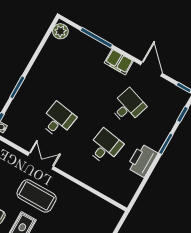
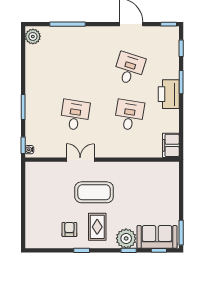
filing cabinet: (119, 62) -> (171, 145), moved, turned 90
printer: (142, 160) -> (169, 94), moved

